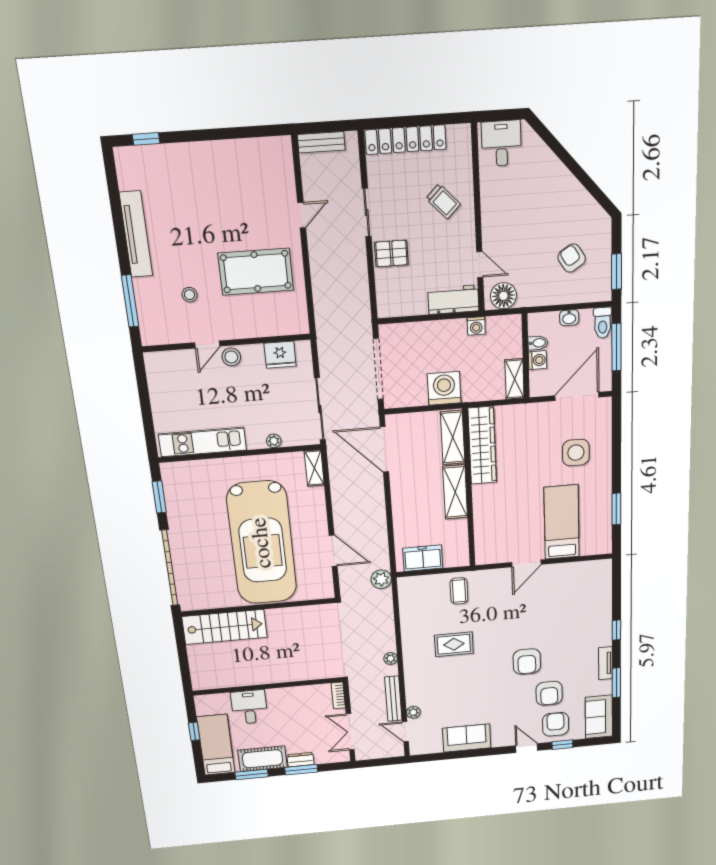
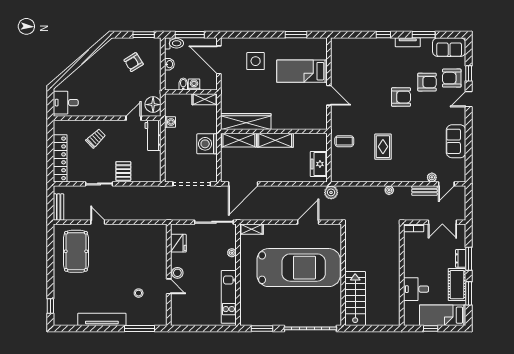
pool table: (256, 272) -> (76, 251), moved
bench: (393, 699) -> (424, 191), width x0.73

